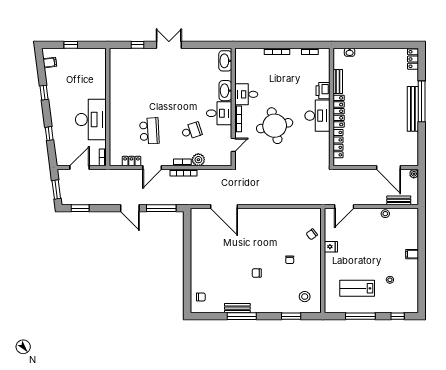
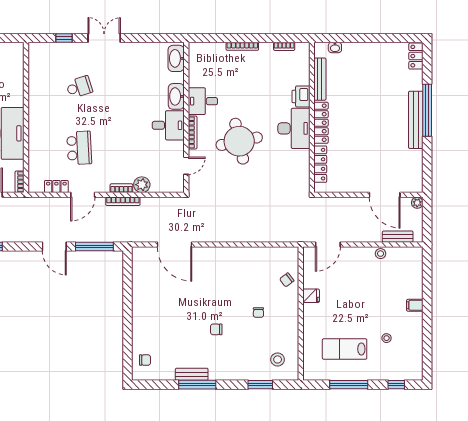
bench: (338, 81) -> (320, 79), width x1.36
school desk: (191, 131) -> (79, 87), moved

